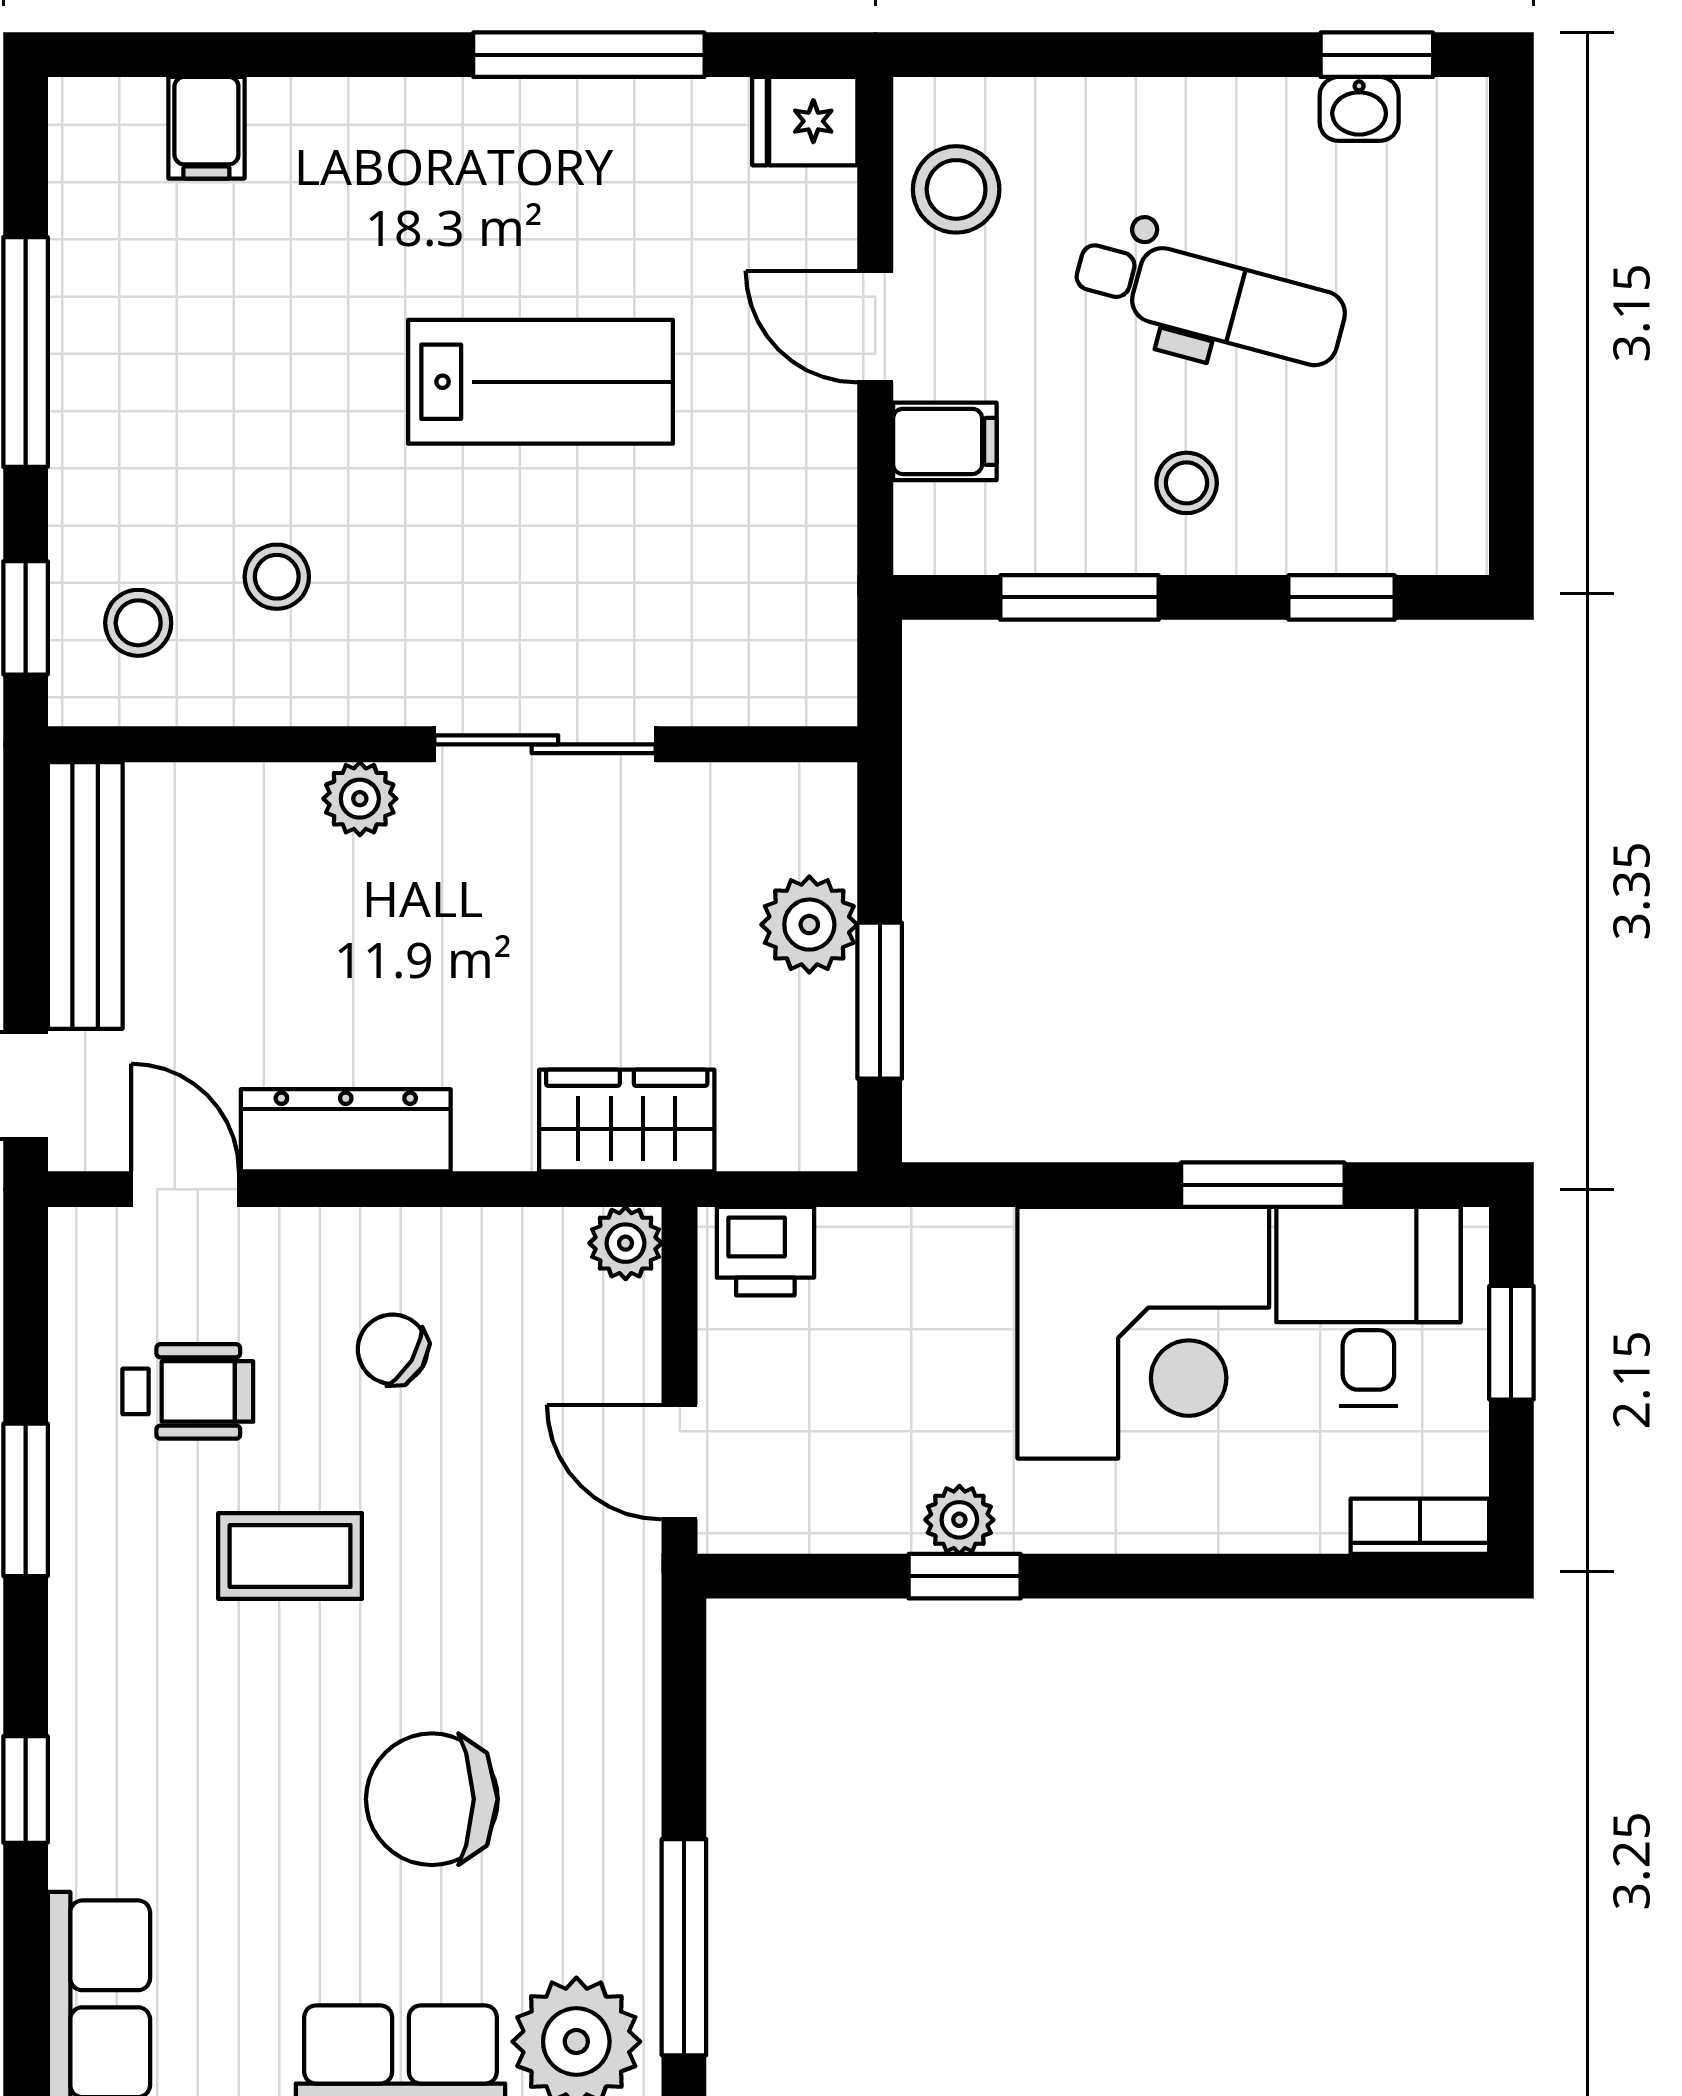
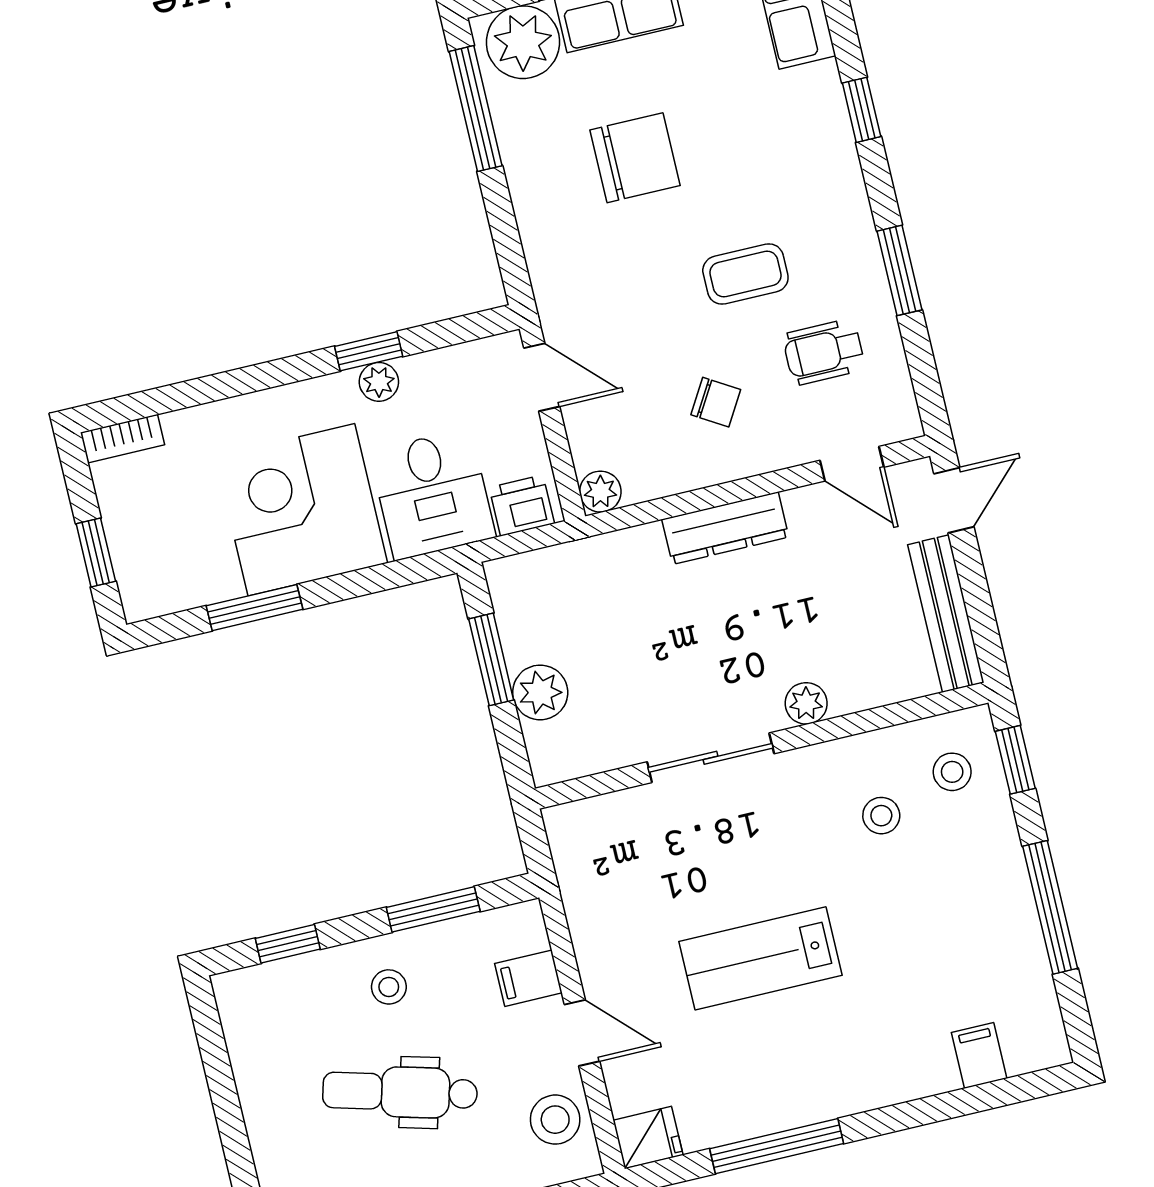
wardrobe: (627, 1120) -> (616, 560), removed
dresser: (346, 1130) -> (725, 528), moved
desk: (1368, 1306) -> (432, 494), moved

